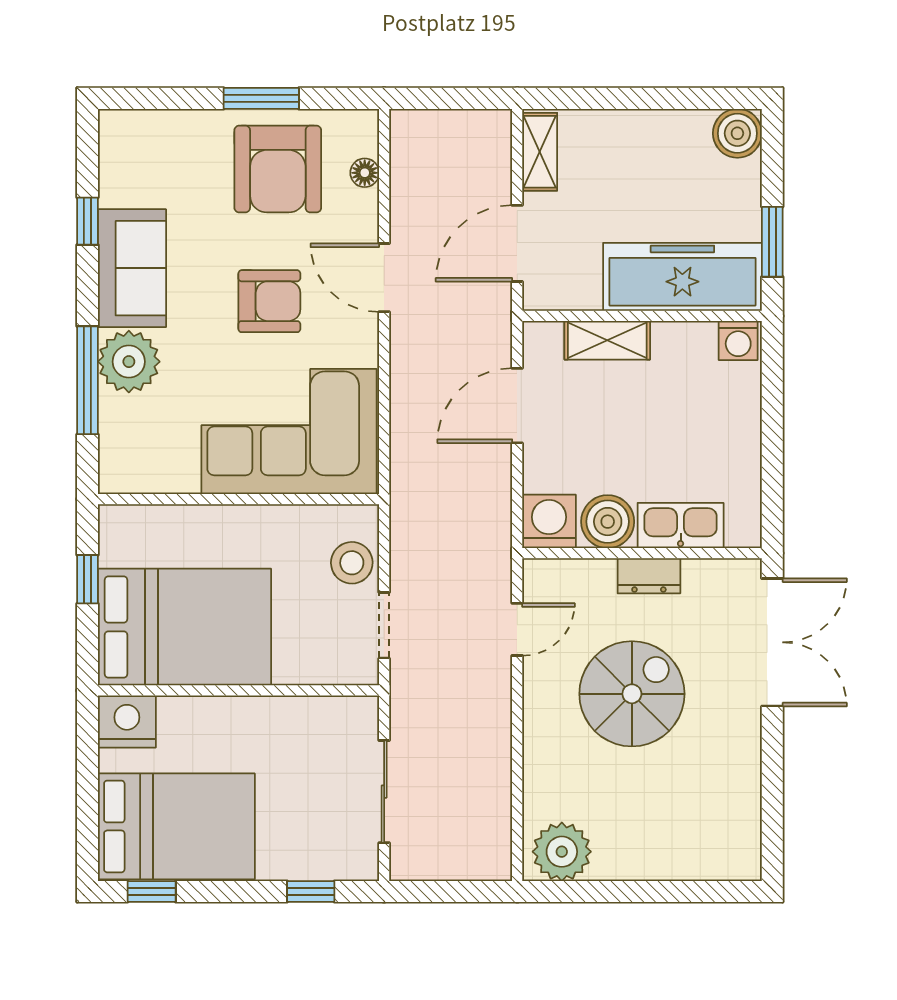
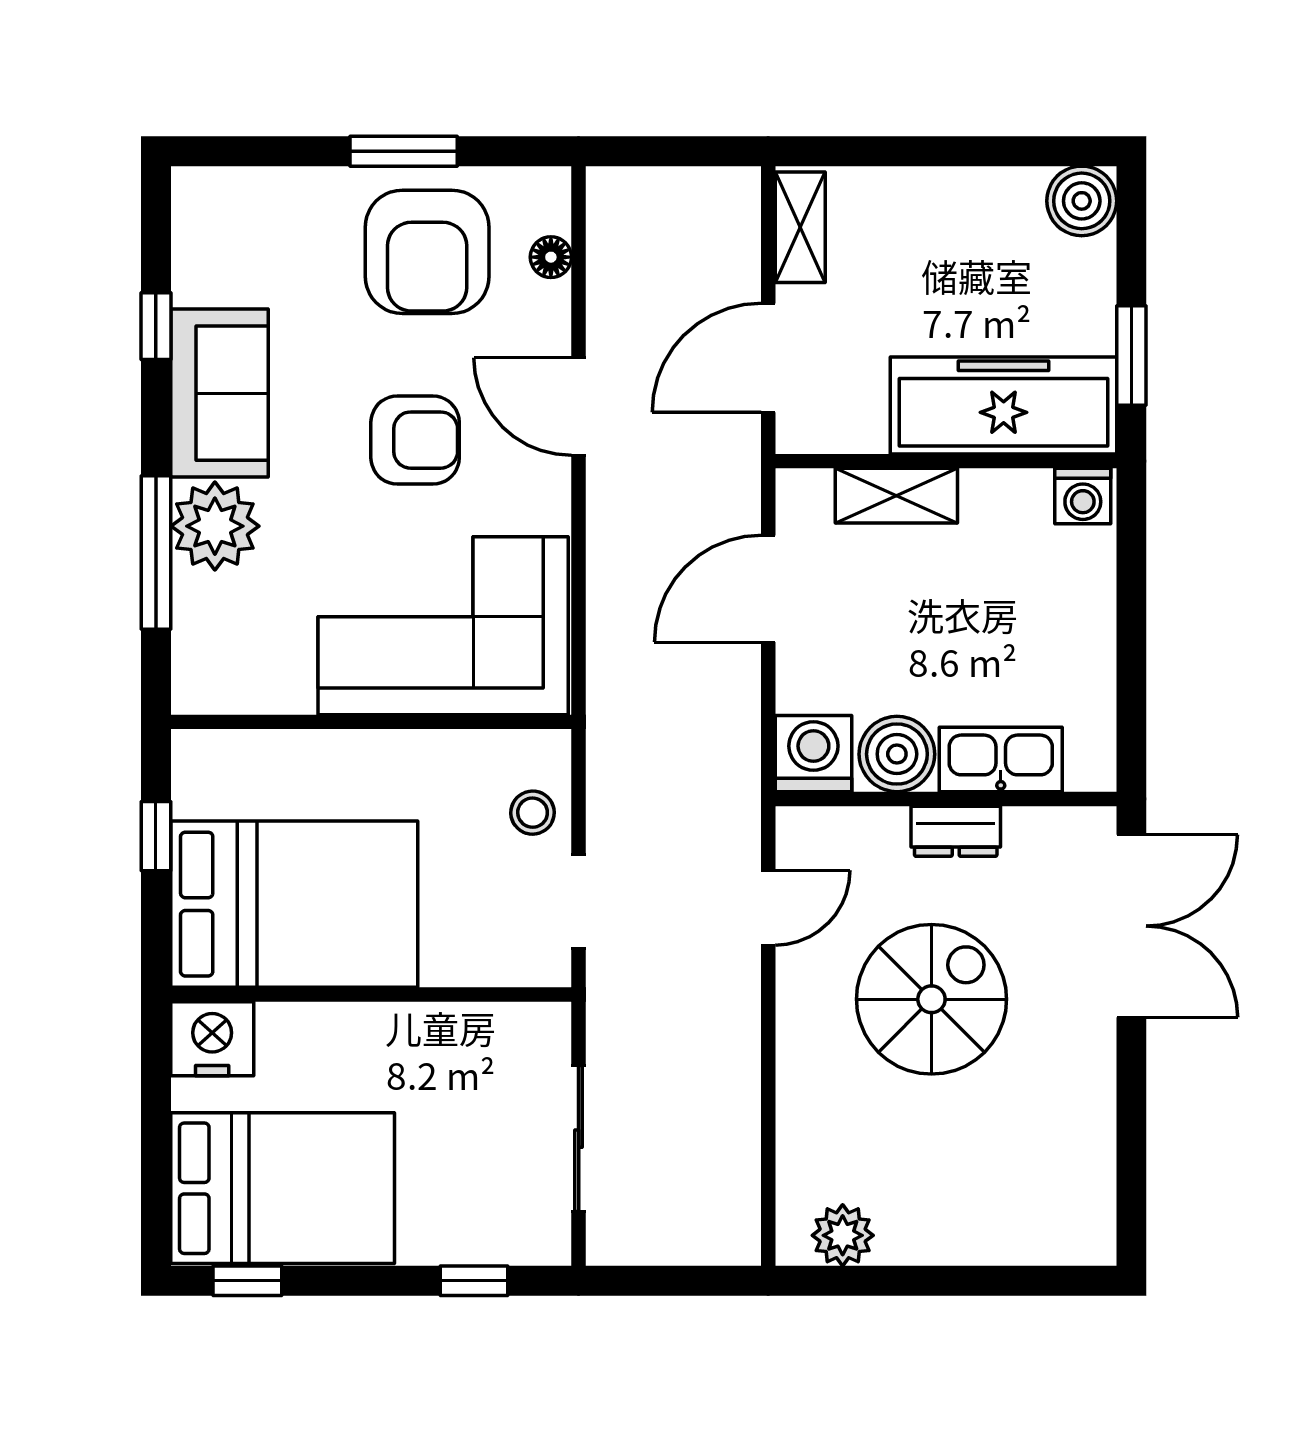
stool: (352, 563) -> (533, 813), width x0.73, depth x0.73
plant: (562, 852) -> (843, 1235), width x0.73, depth x0.73

